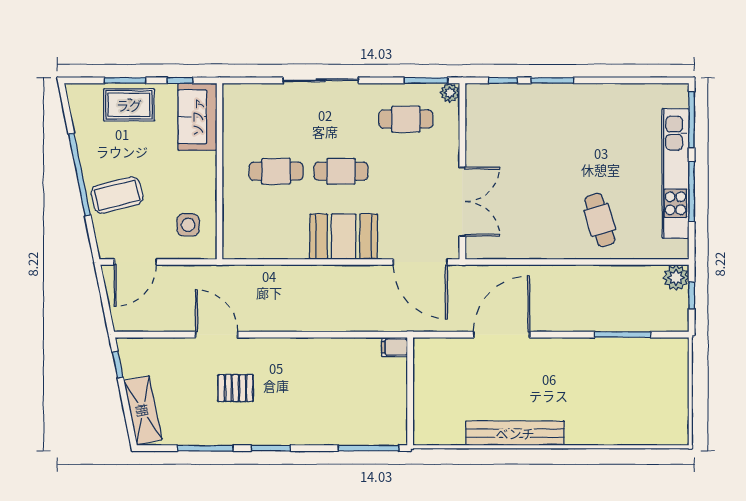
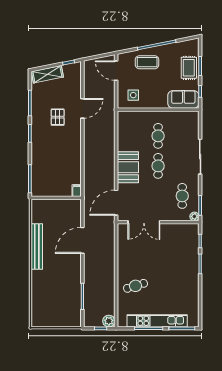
coffee table: (117, 195) -> (147, 62), turned -76
door: (502, 335) -> (82, 240), swing flipped

